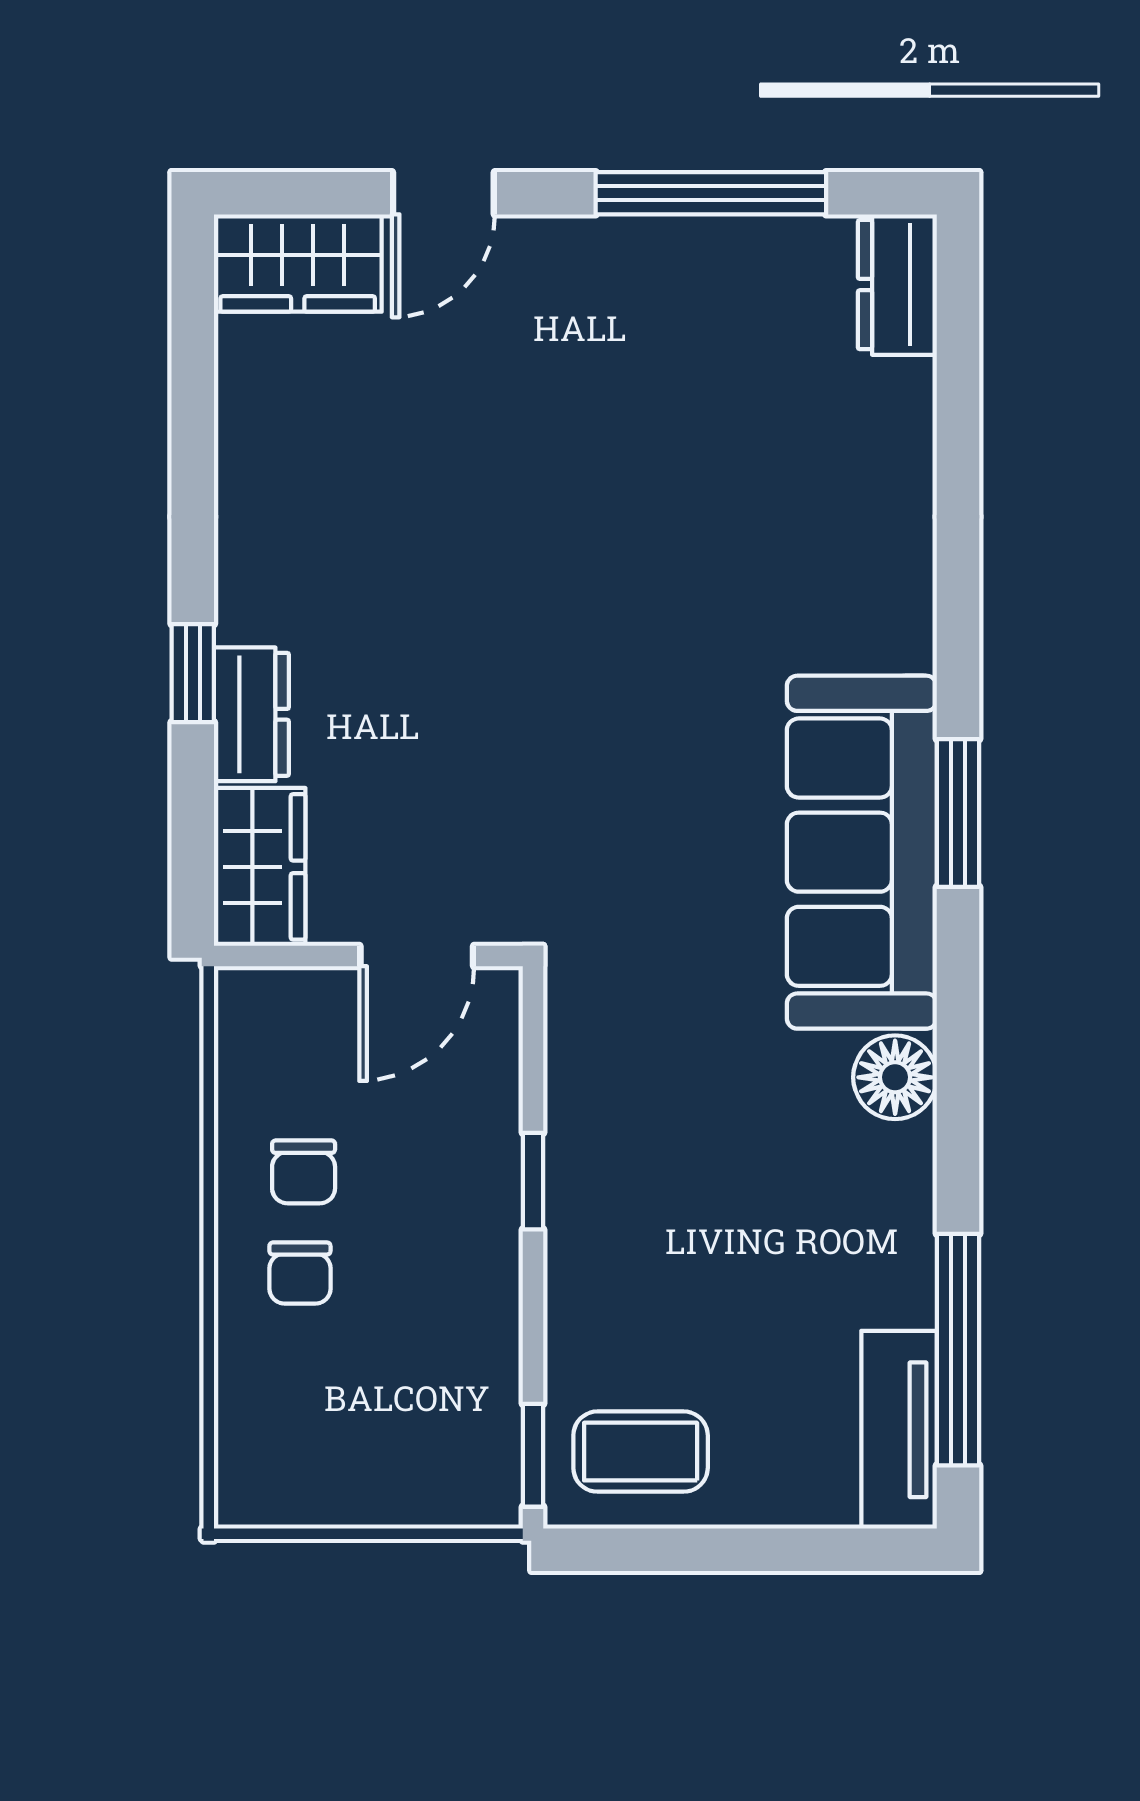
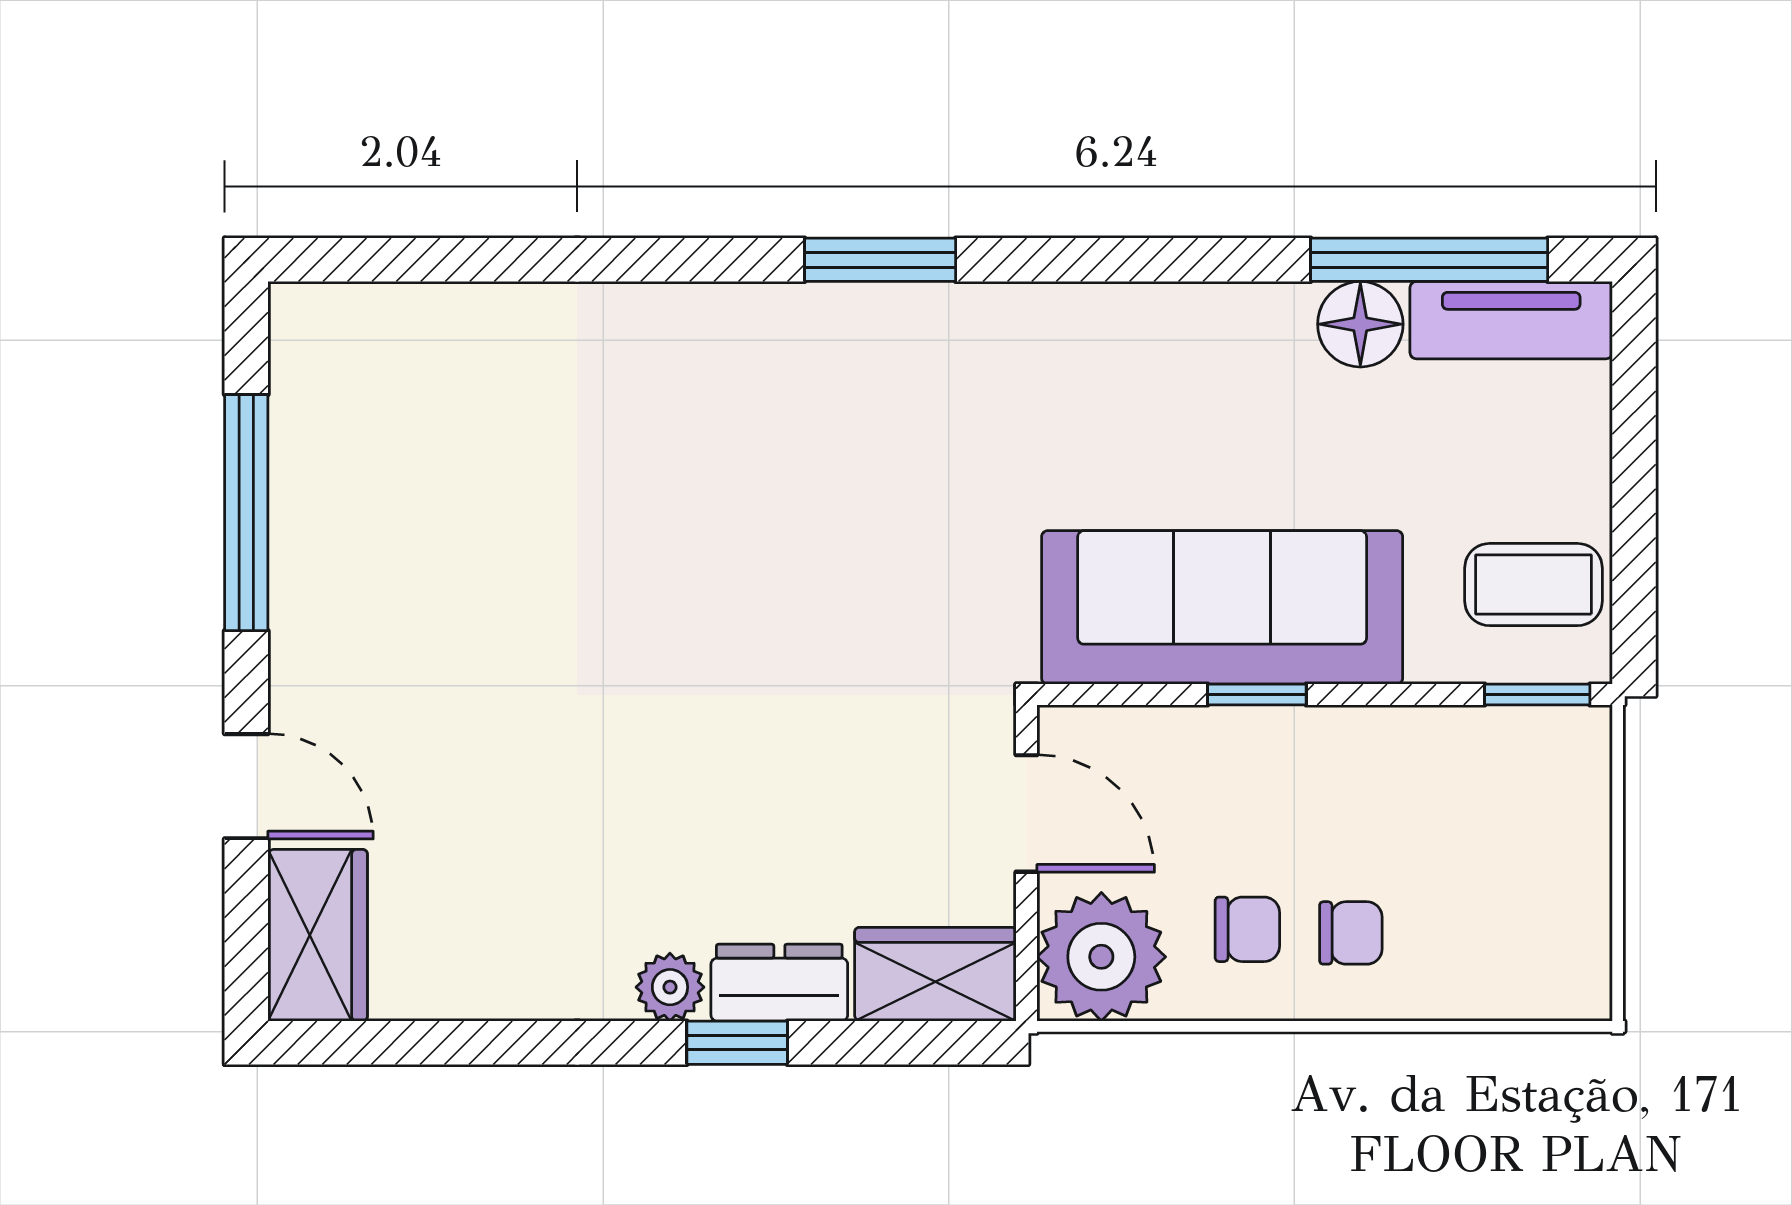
dresser: (897, 285) -> (340, 322), removed
plant: (247, 607) -> (670, 987), added
sofa: (862, 852) -> (1222, 607), moved, turned 180
plant: (277, 1029) -> (1101, 957), added
floor lamp: (895, 1077) -> (1360, 324), moved
coffee table: (641, 1452) -> (1534, 585), turned 90

